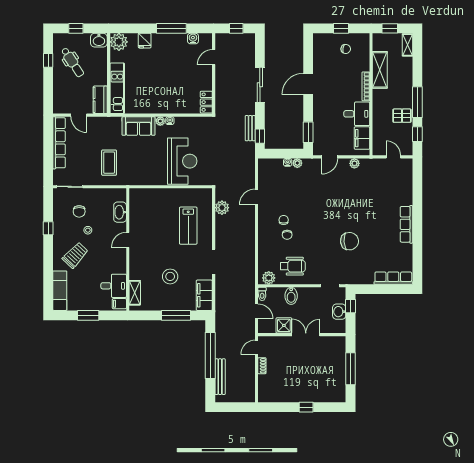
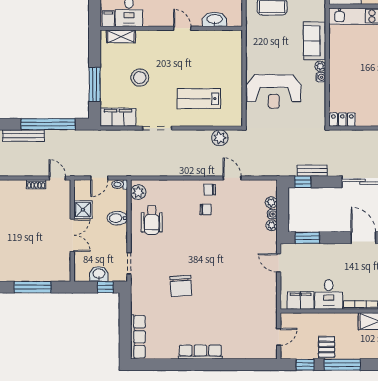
plant: (354, 163) -> (271, 202), moved
chair: (287, 235) -> (210, 190), moved

